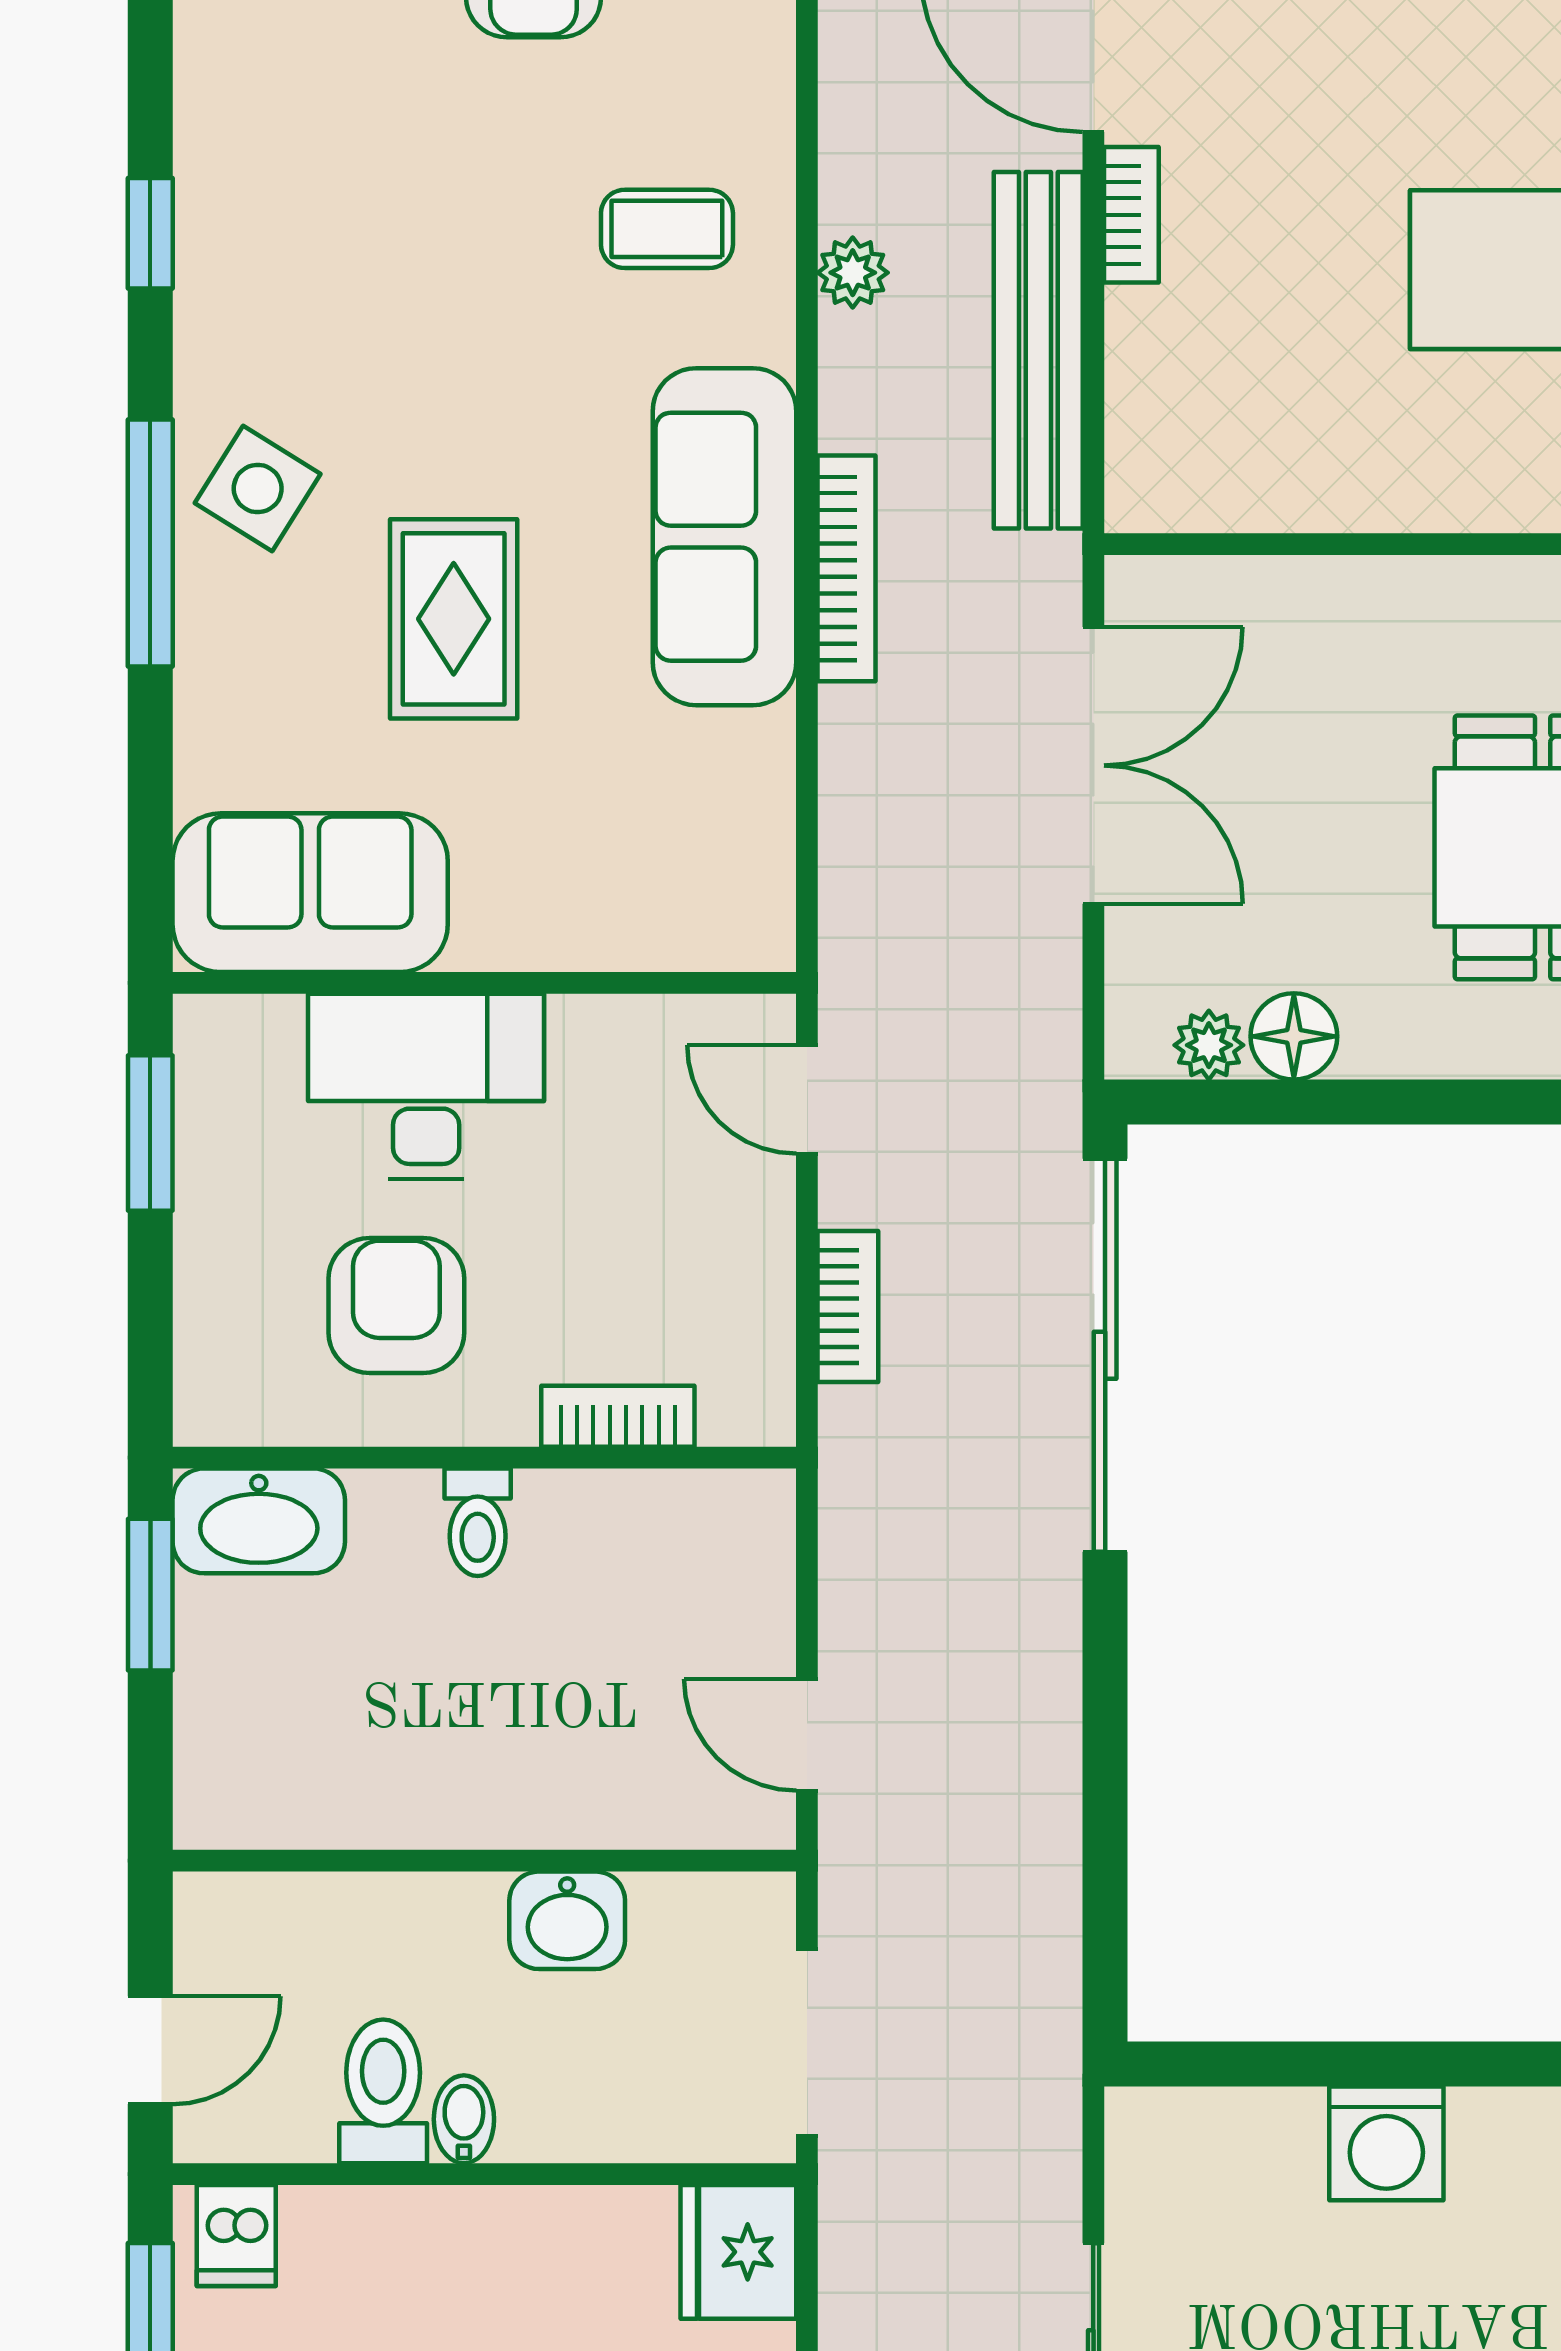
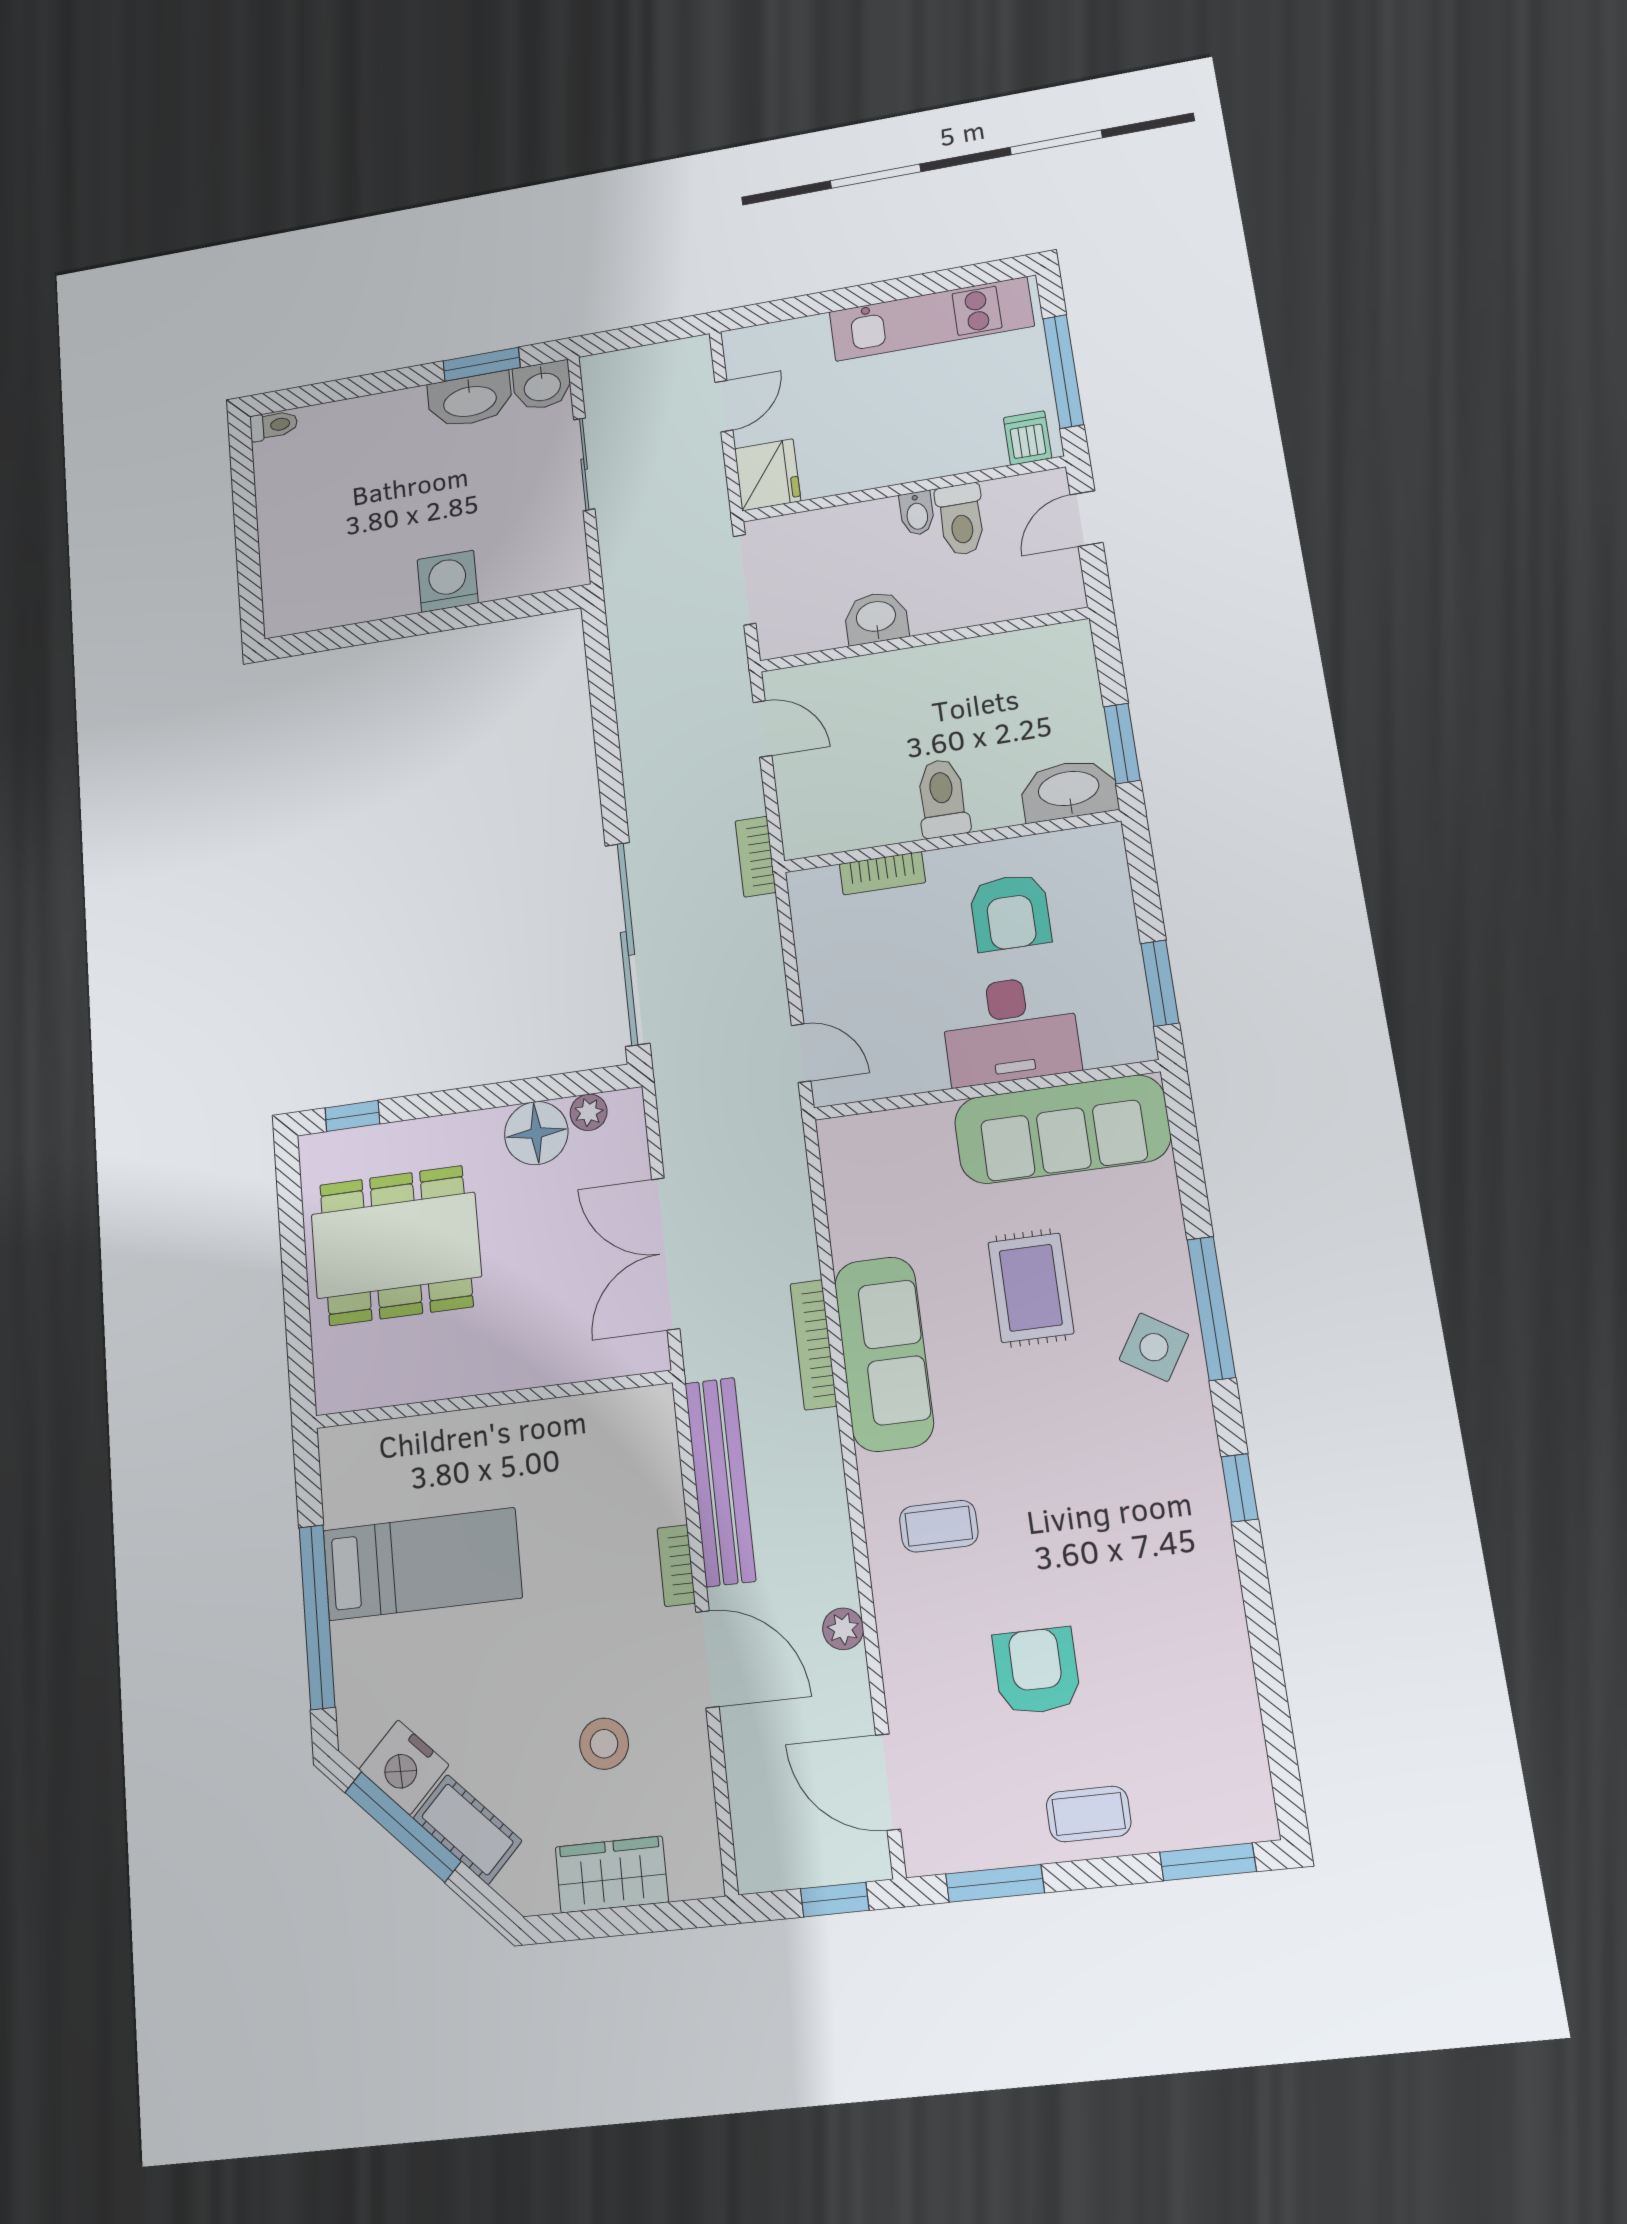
plant: (853, 273) -> (843, 1629), moved
sofa: (310, 893) -> (1062, 1129), width x1.36
floor lamp: (1294, 1036) -> (536, 1133), width x1.38, depth x1.38
bookcase: (848, 1306) -> (756, 857), moved
toilet: (478, 1522) -> (942, 798), width x1.37, depth x1.39

